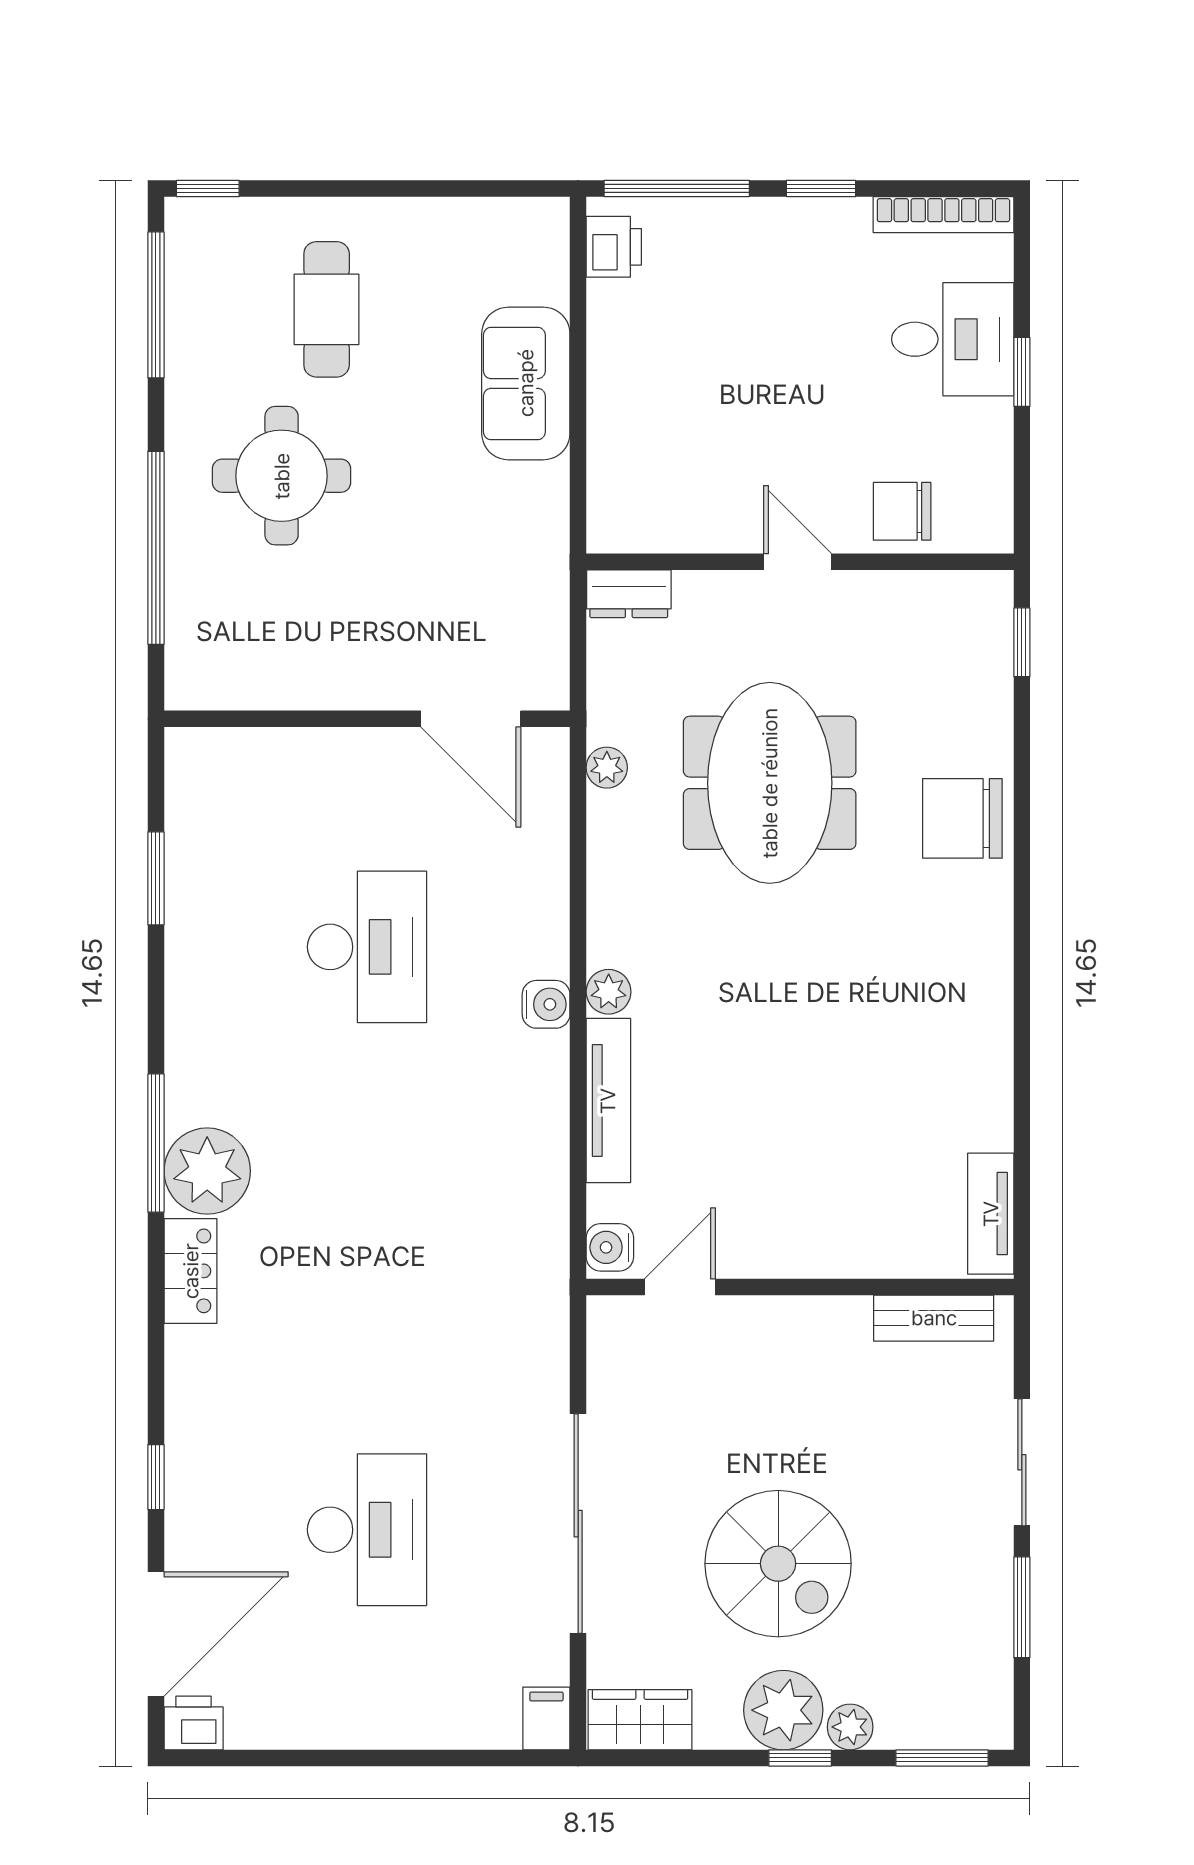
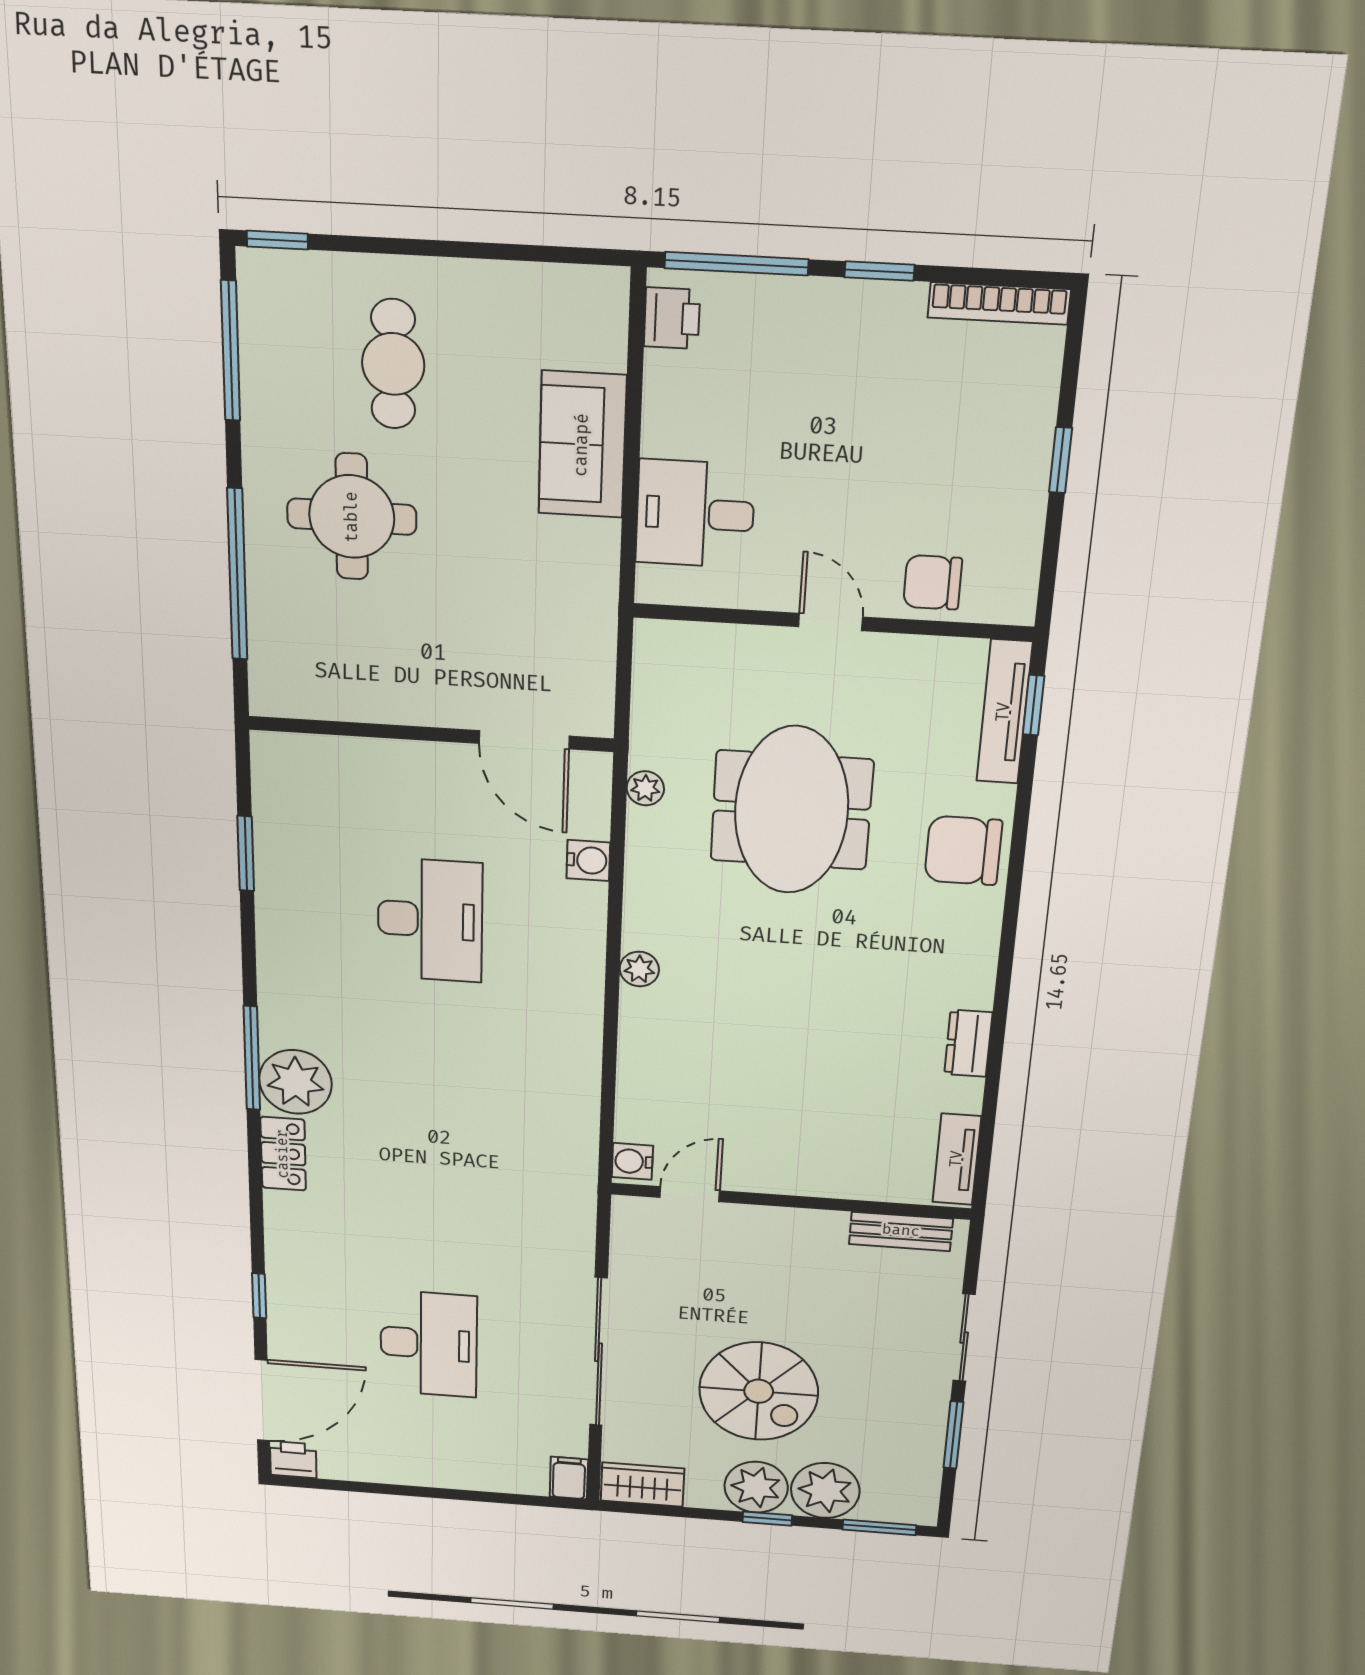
desk: (953, 339) -> (695, 514), moved, turned 180
dresser: (629, 594) -> (968, 1043), moved, turned 90
water cooler: (546, 1004) -> (588, 860), moved
tv unit: (608, 1101) -> (1004, 712), moved, turned 180
plant: (850, 1727) -> (825, 1490), width x1.88, depth x1.88

